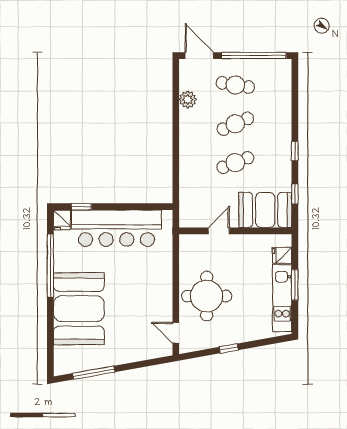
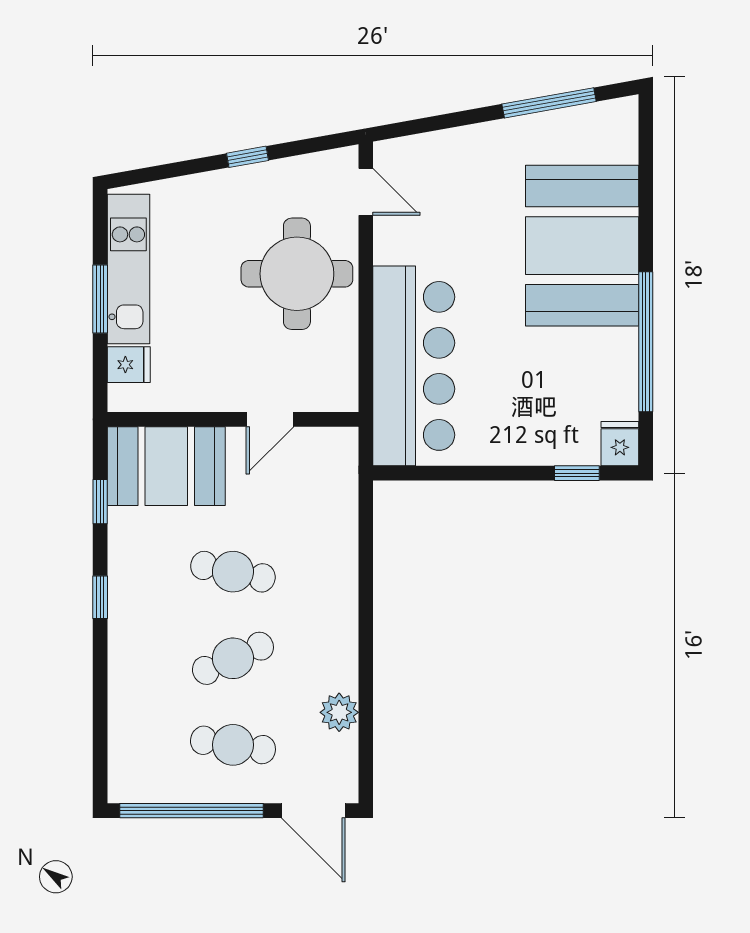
cafe table: (235, 163) -> (233, 572), turned 33
bar counter: (116, 228) -> (414, 366), moved, turned 90

